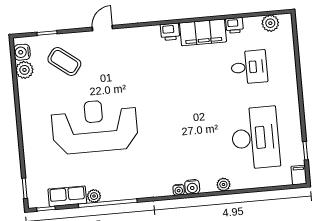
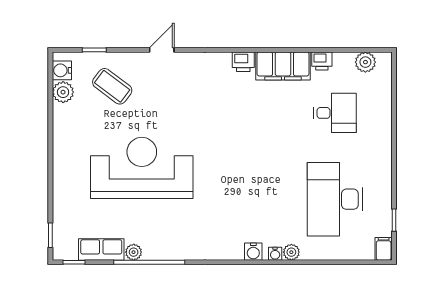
desk: (255, 138) -> (335, 199), turned 180
water cooler: (179, 190) -> (275, 254), moved

